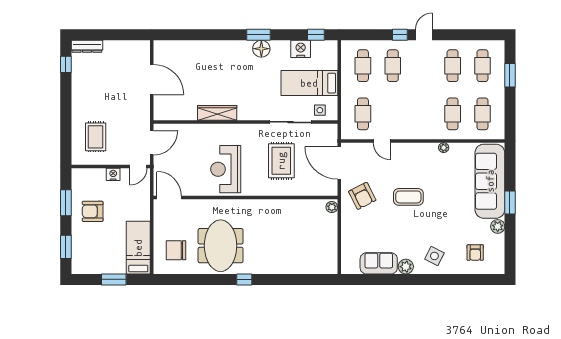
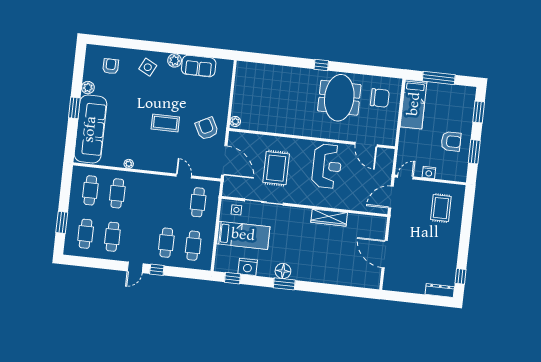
door: (169, 198) -> (366, 145), moved
window: (114, 279) -> (439, 78), width x1.44

